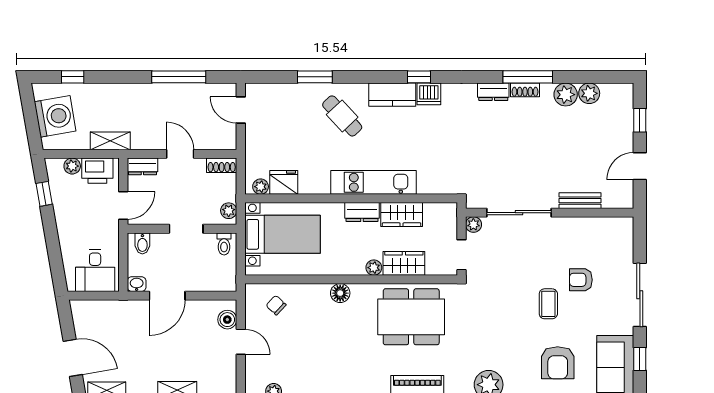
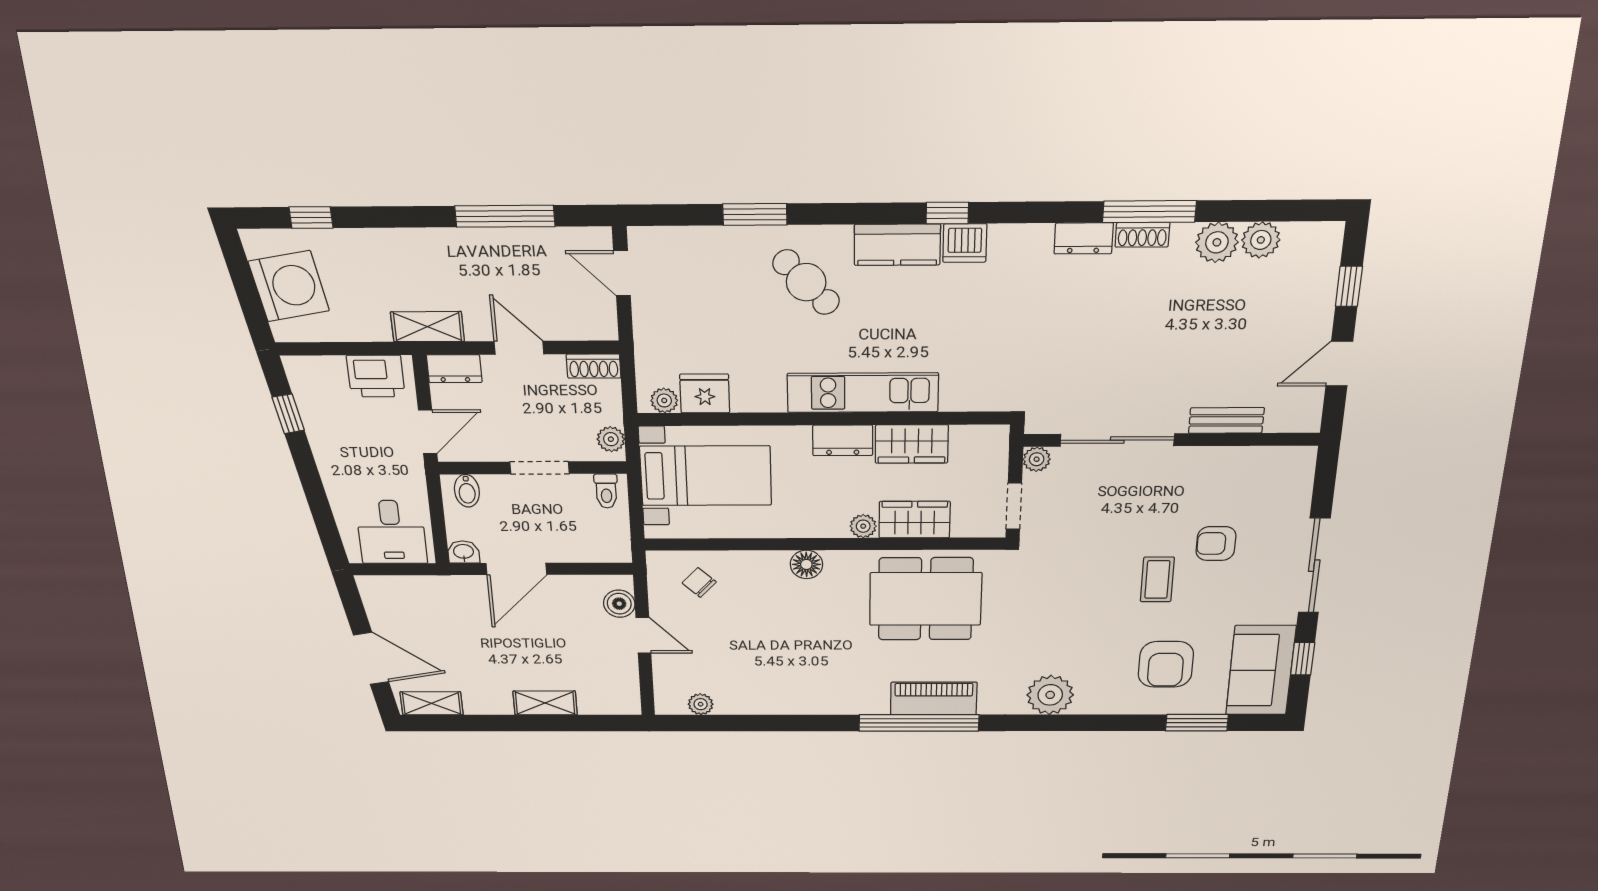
shelving: (110, 141) -> (427, 327), moved
plant: (72, 166) -> (331, 369), removed

